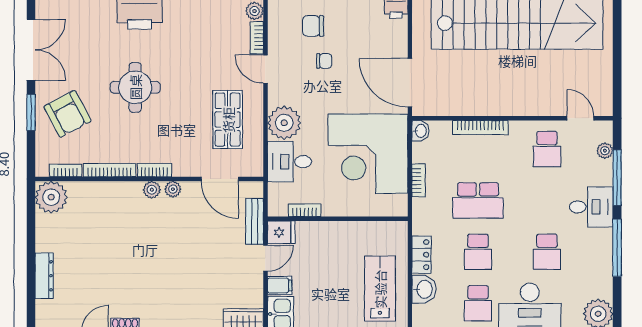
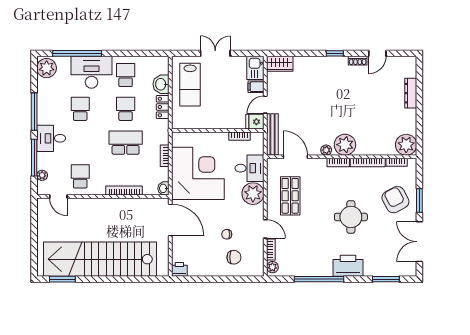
plant: (152, 190) -> (345, 145), width x1.87, depth x1.87
bench: (255, 221) -> (272, 134), width x1.36

